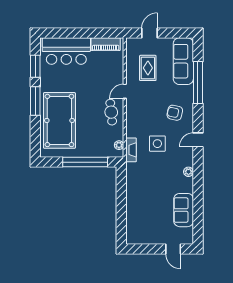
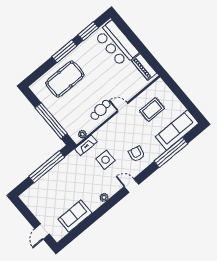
door: (150, 33) -> (177, 91), removed
pool table: (59, 120) -> (65, 79), width x0.73, depth x0.76
window: (121, 199) -> (47, 167), added

